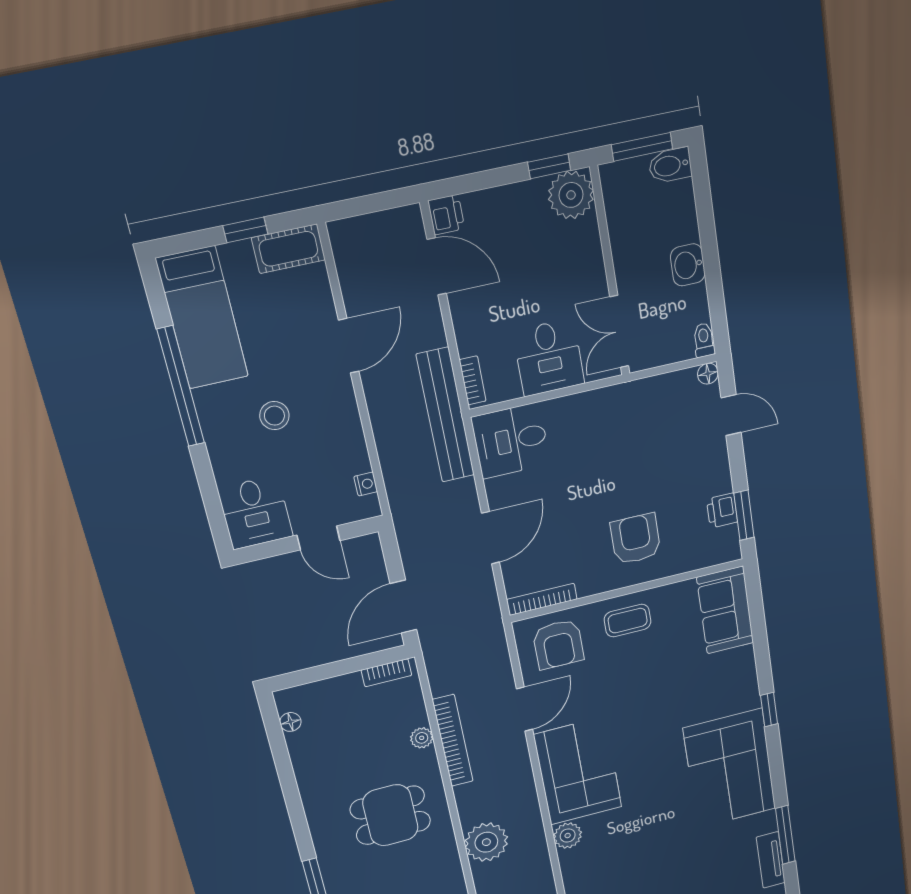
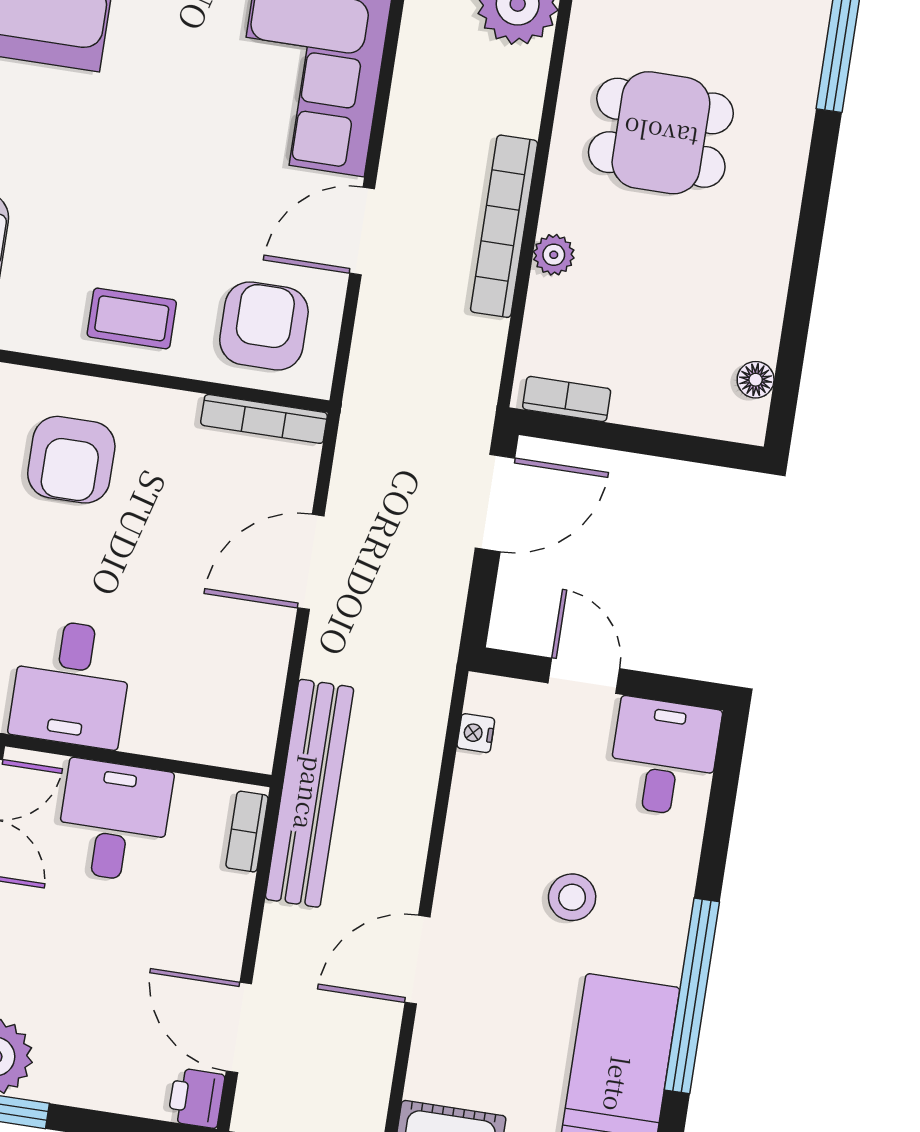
desk: (511, 441) -> (71, 683), moved, turned 90

